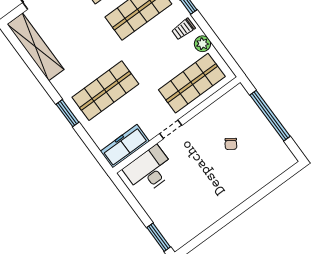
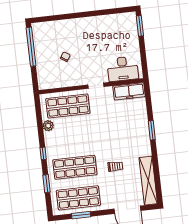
trolley: (183, 29) -> (115, 166), moved
shop shelf: (105, 91) -> (122, 131), removed
window: (270, 116) -> (31, 47), moved

